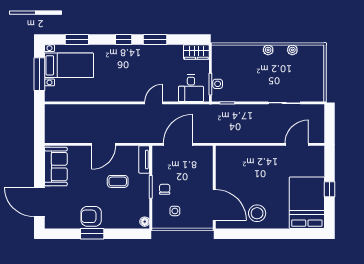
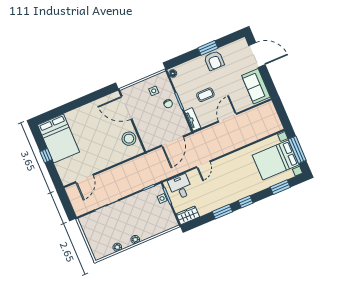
bed with nightstands: (69, 65) -> (276, 160), width x1.36
stool: (257, 213) -> (129, 139), moved
armchair: (91, 216) -> (214, 60), turned 90

